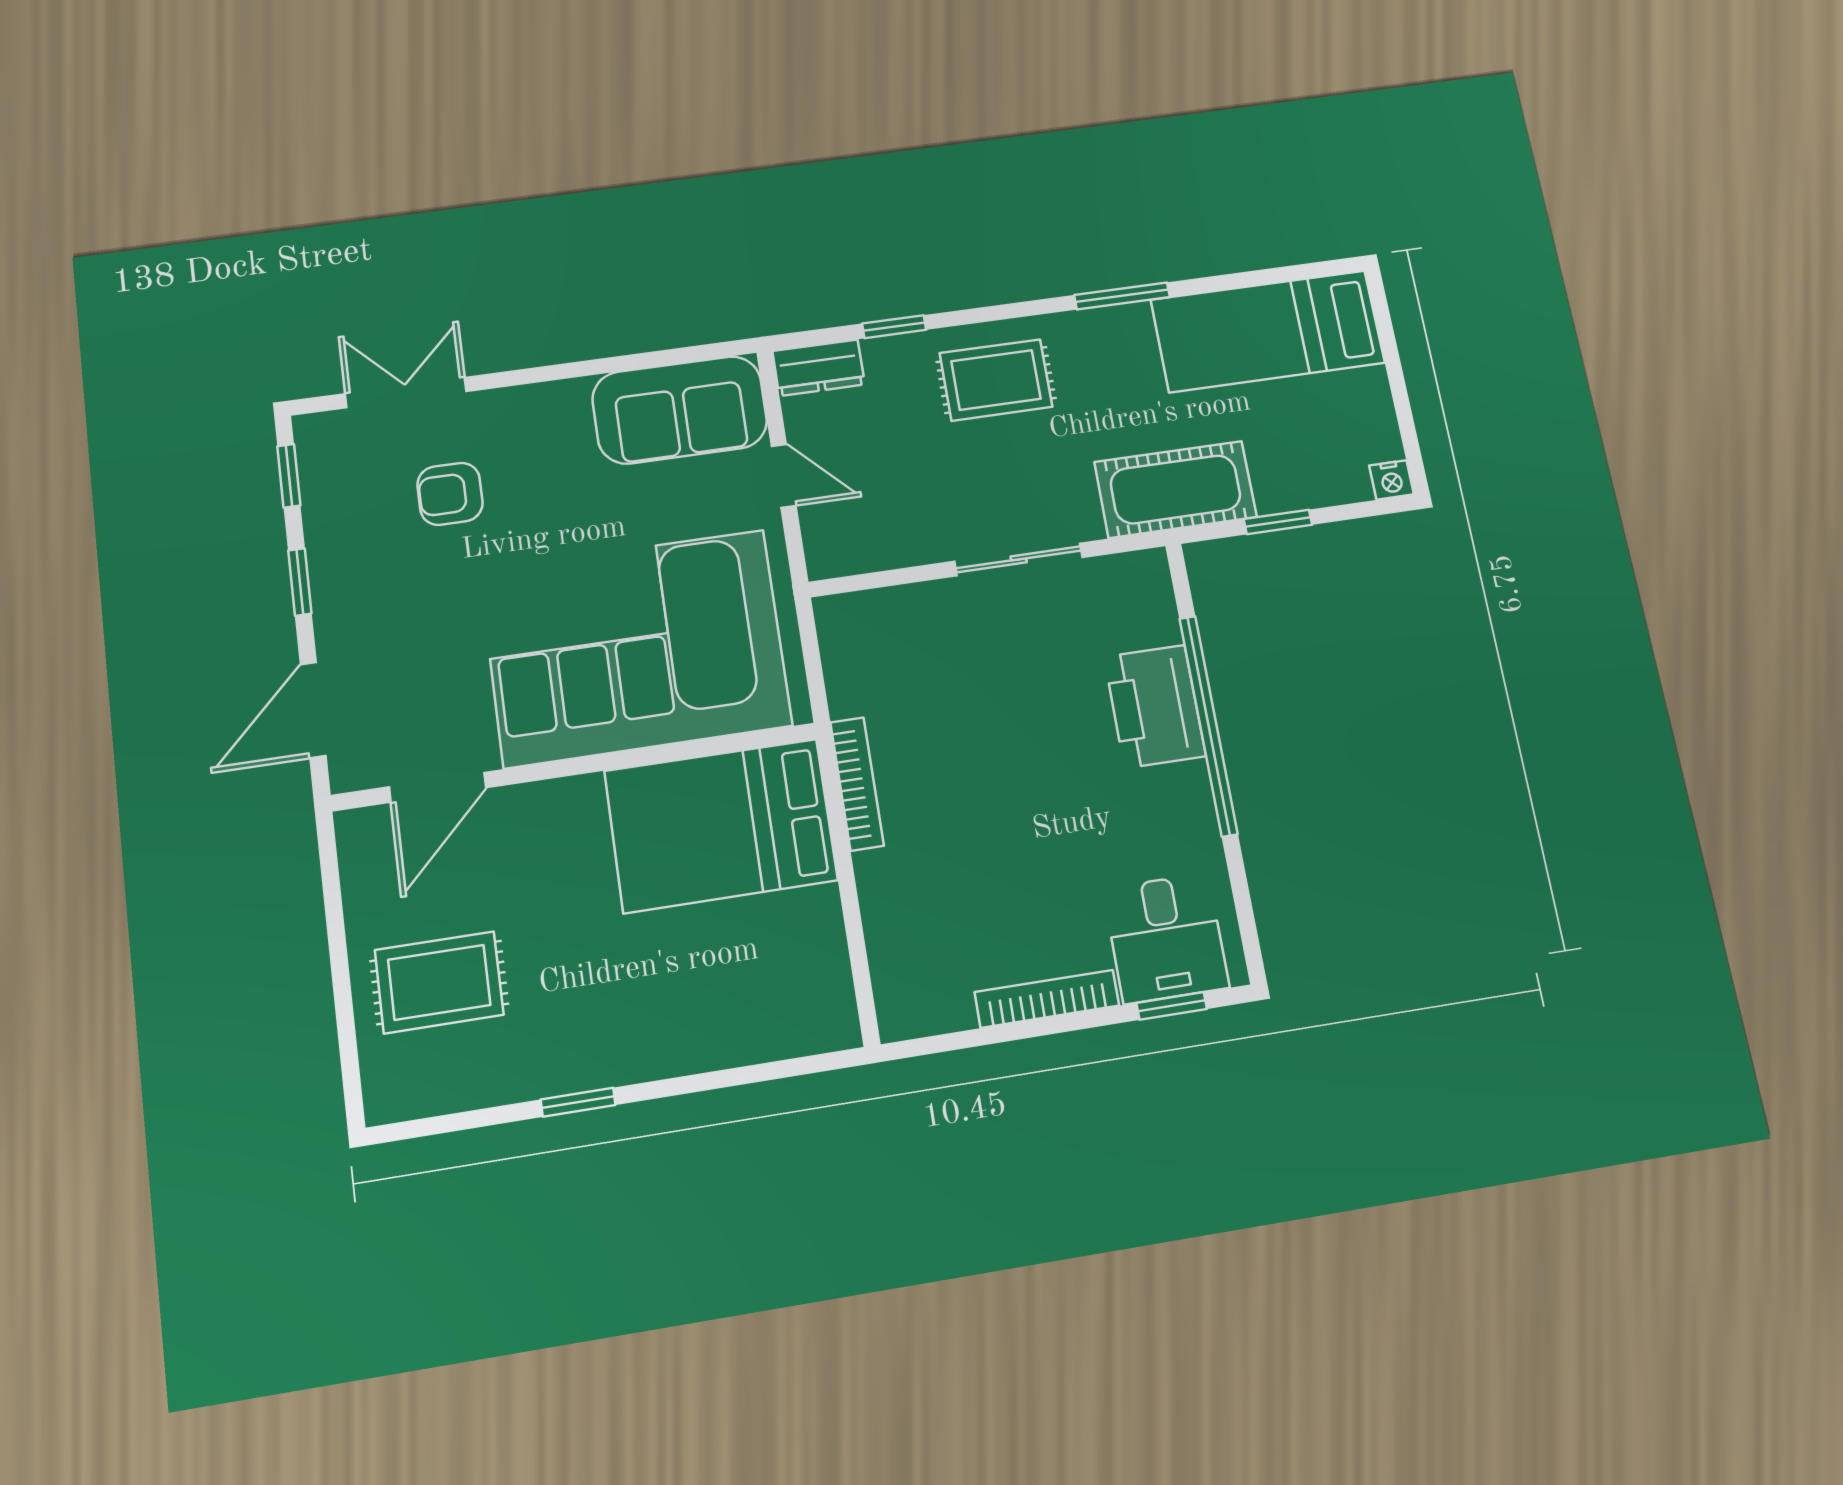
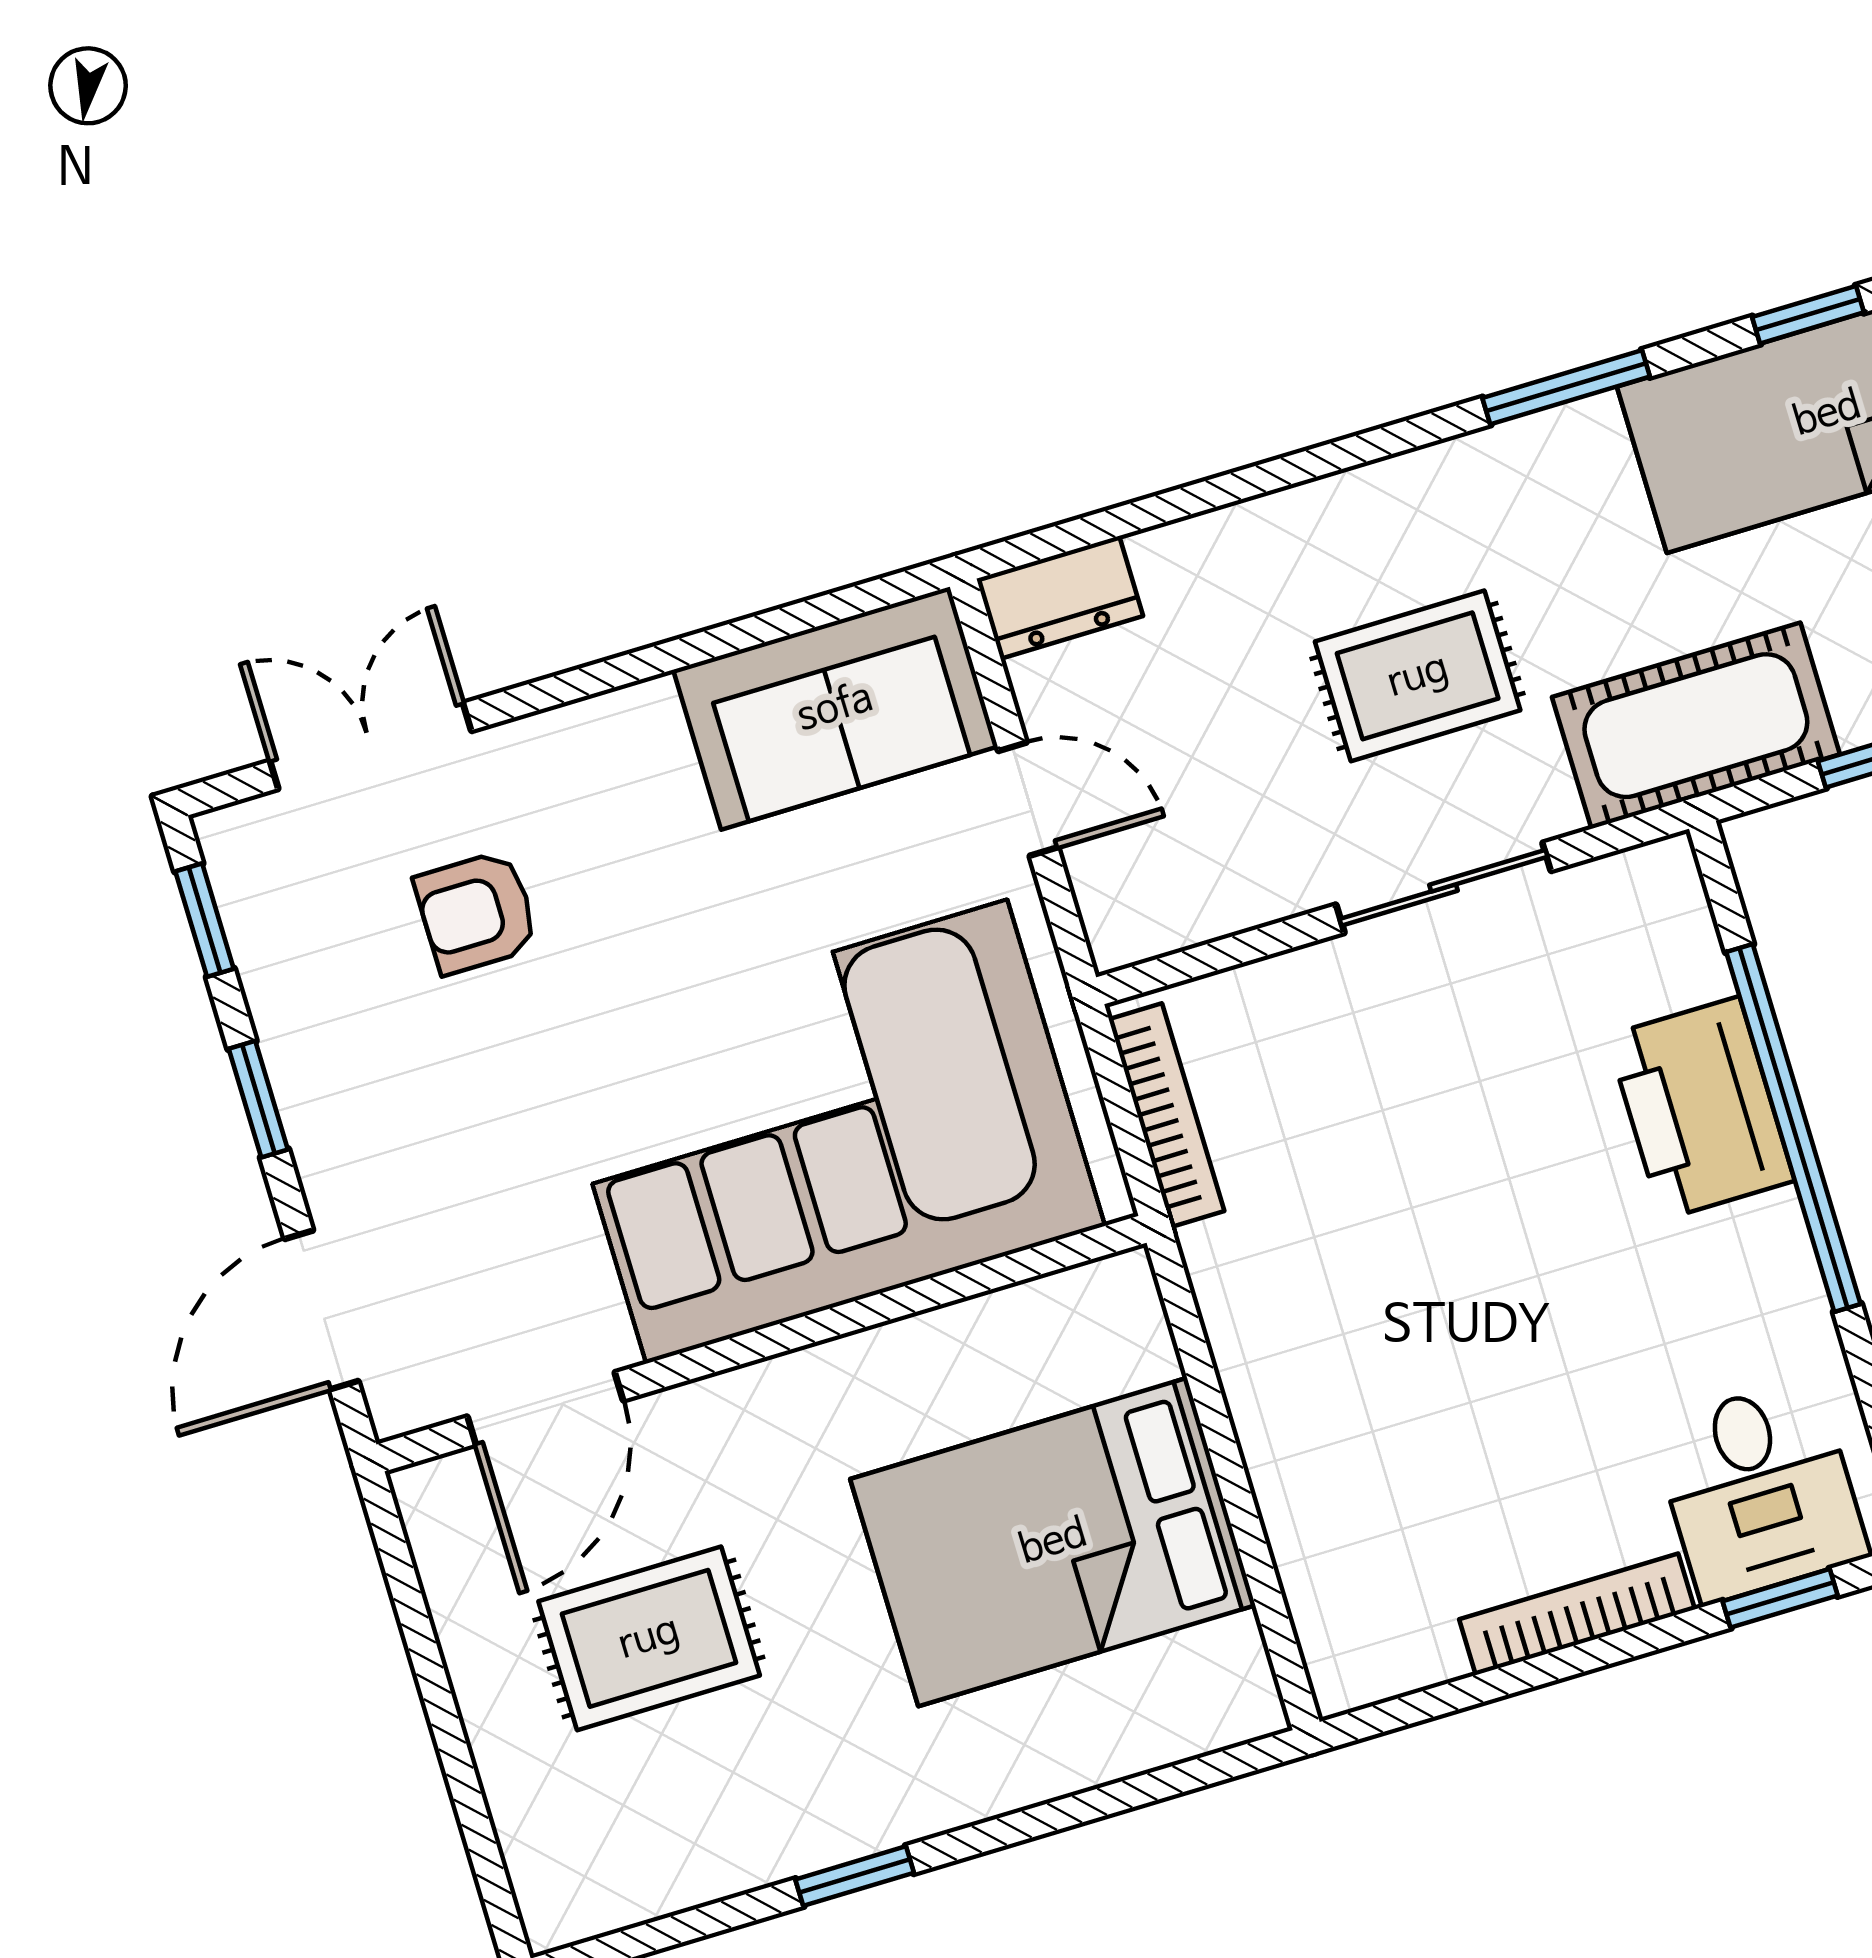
window: (894, 327) -> (1808, 315), moved
rug: (996, 380) -> (1418, 676), moved
bookcase: (857, 784) -> (1166, 1115), moved
bed: (721, 825) -> (1053, 1542), moved
rug: (439, 982) -> (649, 1638), moved

